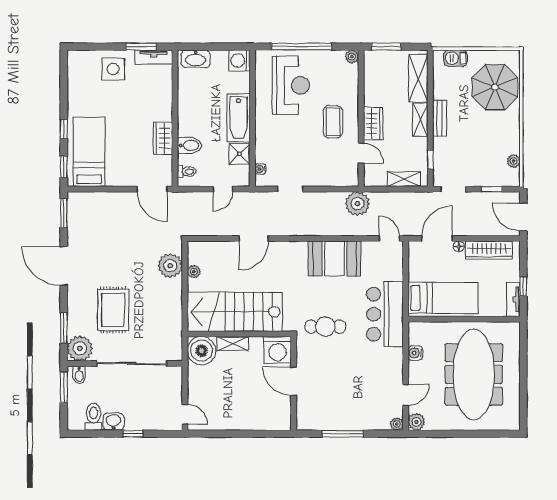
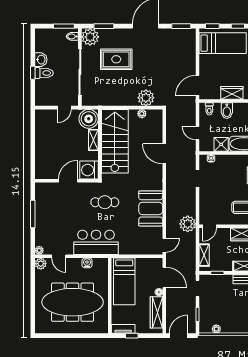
door: (361, 153) -> (210, 226), moved
bar counter: (385, 314) -> (96, 242), moved
cafe table: (325, 327) -> (105, 202), turned 90
door: (185, 414) -> (64, 108), moved
toilet: (94, 417) -> (44, 73), moved

